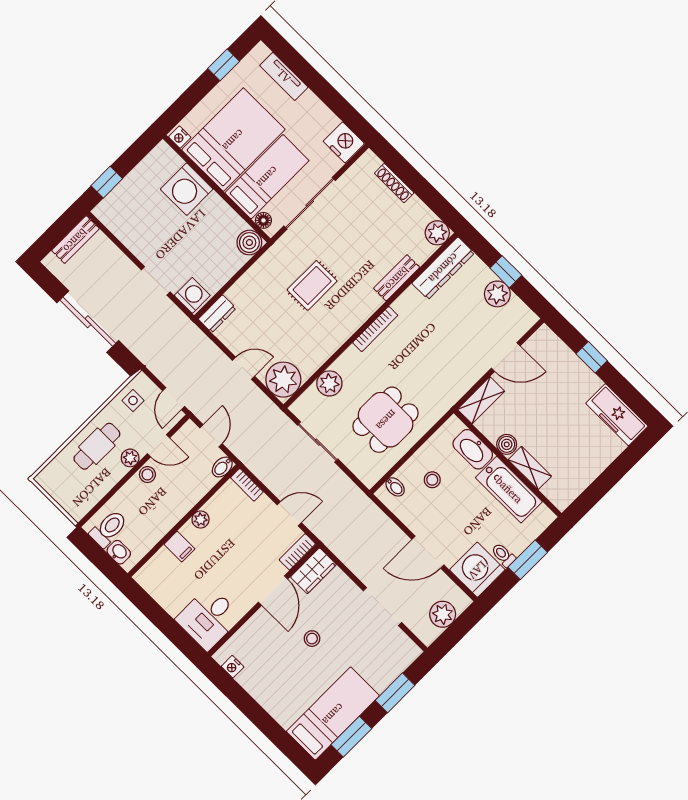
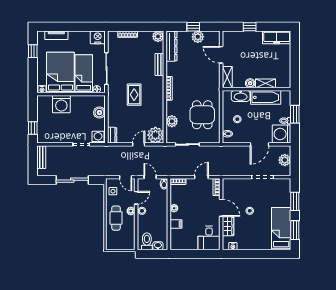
boiler: (249, 243) -> (99, 113), moved
door: (506, 357) -> (221, 55), swing flipped
wardrobe: (313, 571) -> (228, 226), moved

